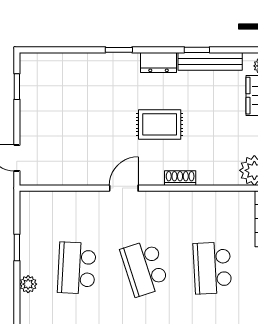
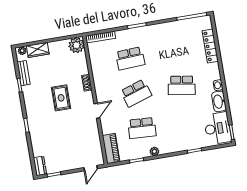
bench: (210, 61) -> (24, 73), width x0.73
dresser: (159, 63) -> (40, 166), moved
door: (124, 188) -> (97, 111), swing flipped
piano: (47, 203) -> (111, 149), added

